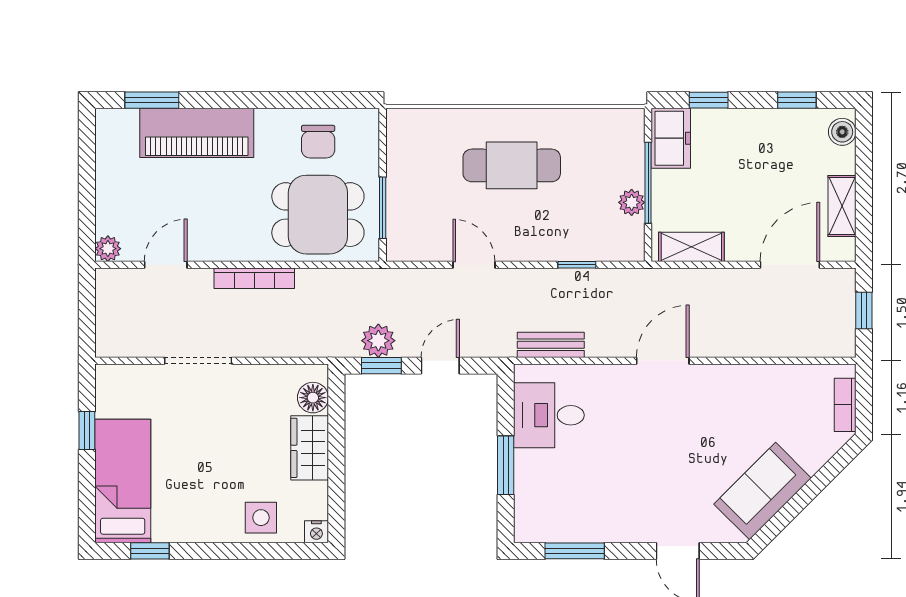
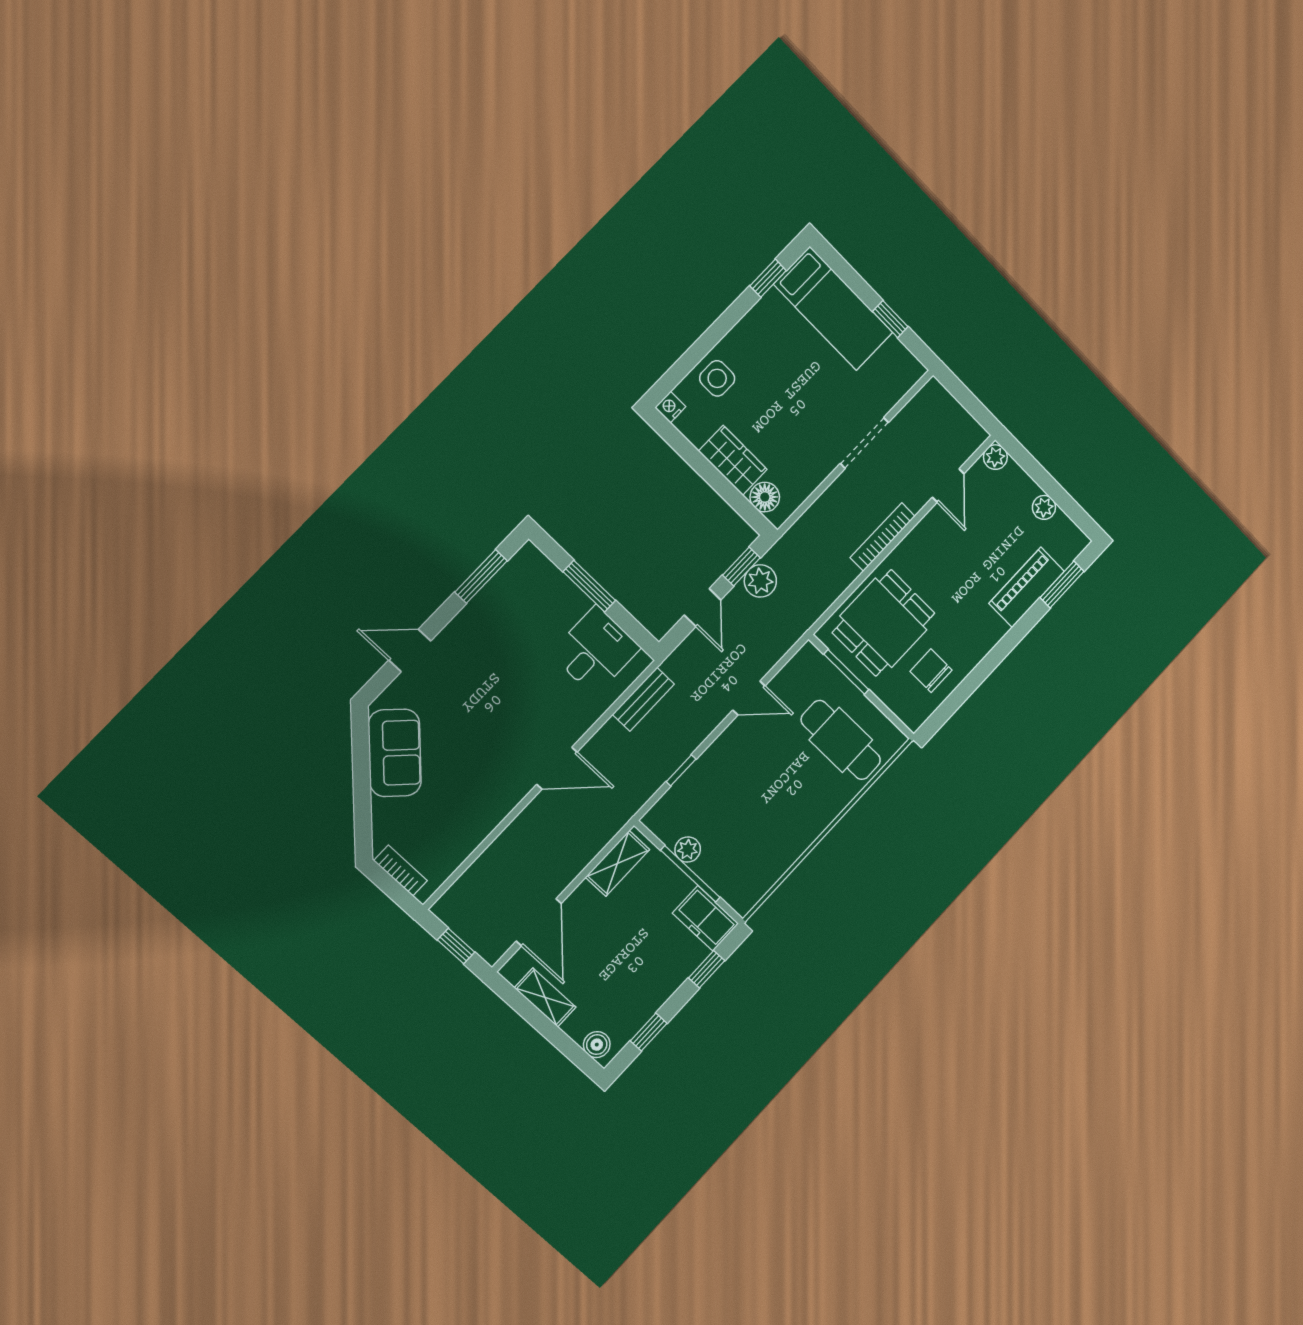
piano: (197, 133) -> (1027, 587), width x0.73, depth x0.75
cafe table: (512, 165) -> (841, 740), moved, turned 90
plant: (108, 173) -> (1044, 507), added
door: (663, 361) -> (557, 768), hinge flipped

